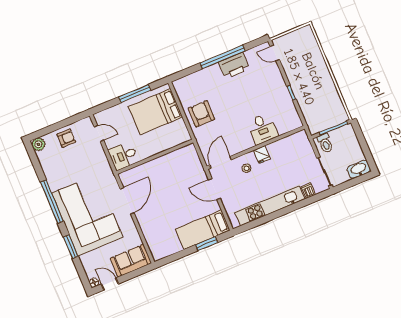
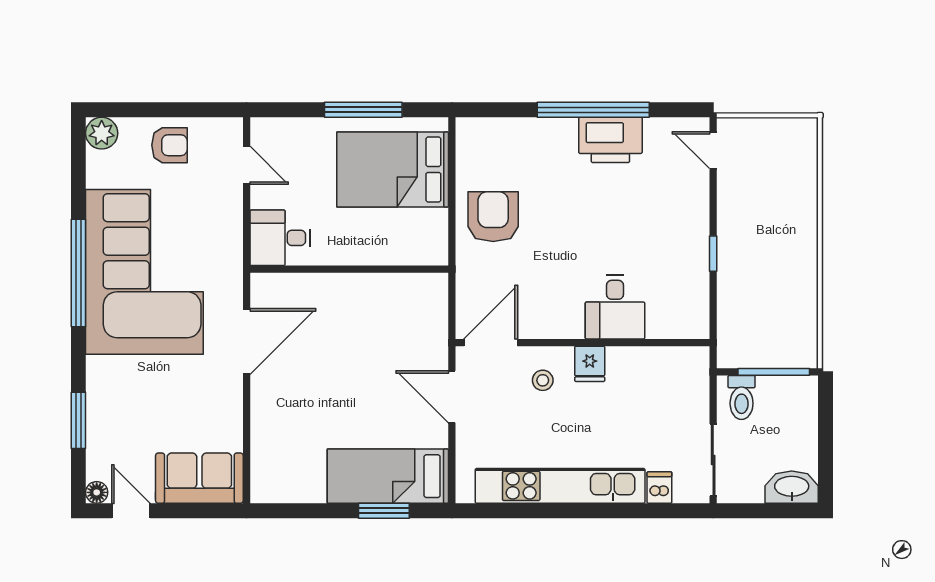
corner sofa: (87, 215) -> (144, 272), moved
window: (71, 247) -> (78, 420), moved

